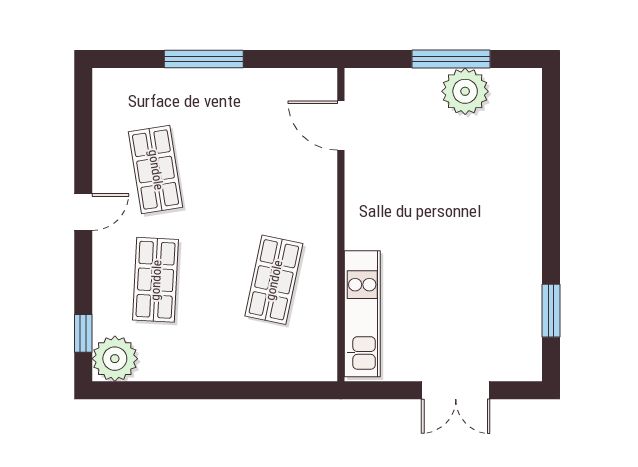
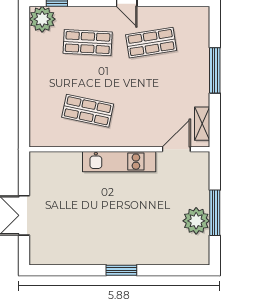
shelving: (296, 81) -> (202, 124), added
window: (551, 311) -> (121, 270), moved
kitchen unit: (362, 314) -> (119, 162), moved

